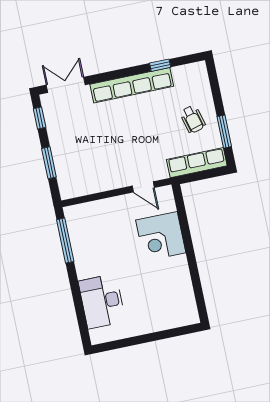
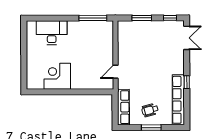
window: (160, 65) -> (187, 82), moved
row of seats: (132, 85) -> (178, 100), moved
window: (224, 132) -> (151, 128), moved
corner desk: (161, 236) -> (57, 76), moved

